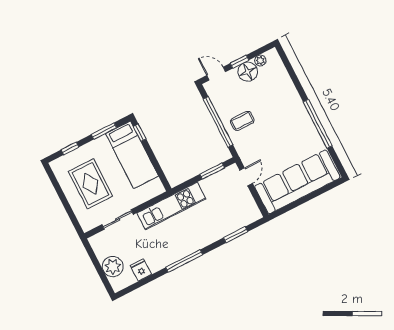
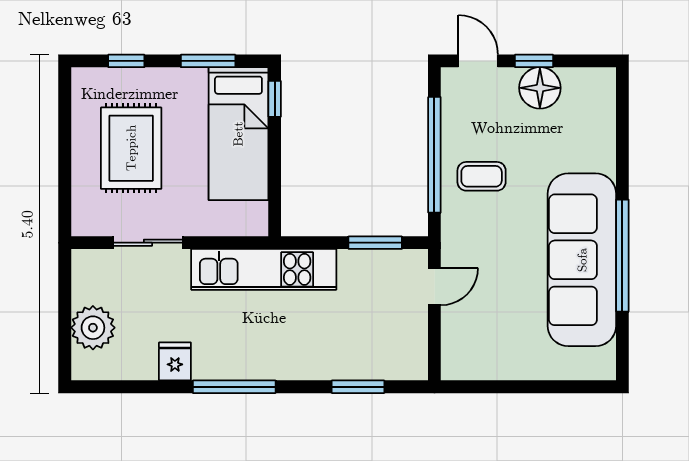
plant: (260, 60) -> (575, 79), removed
sofa: (297, 182) -> (582, 260), moved, turned -90
fridge: (141, 270) -> (175, 361), moved

